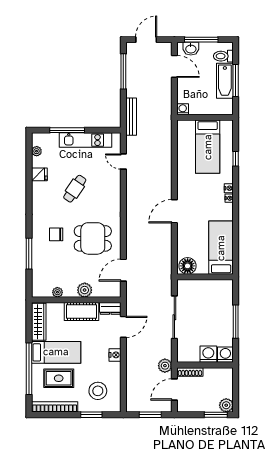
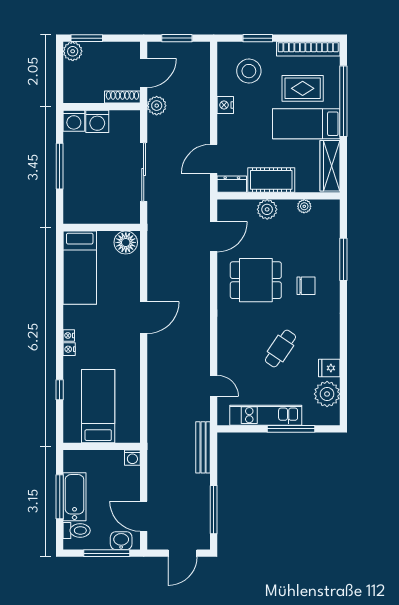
plant: (37, 151) -> (327, 394), width x1.88, depth x1.88
nightstand: (115, 355) -> (225, 105), moved

